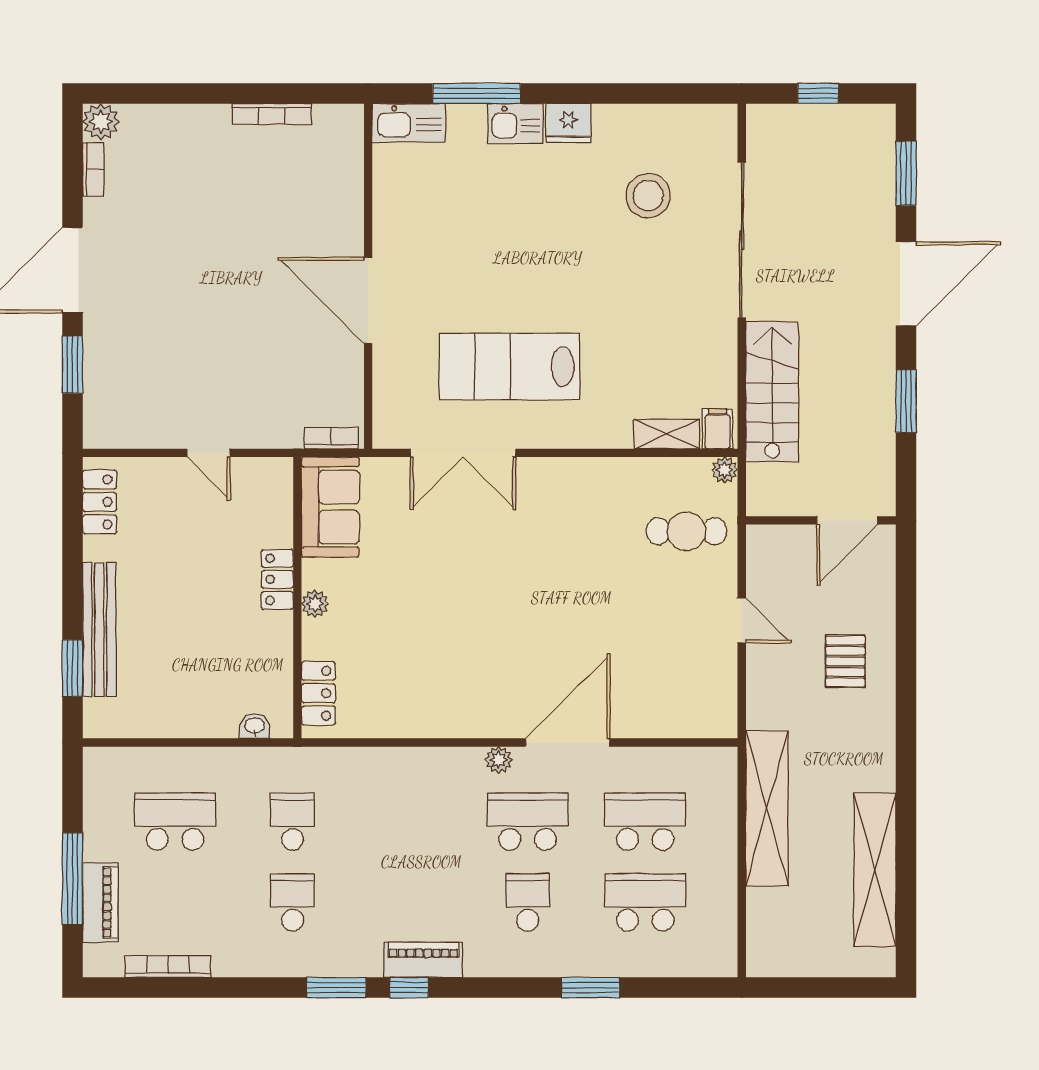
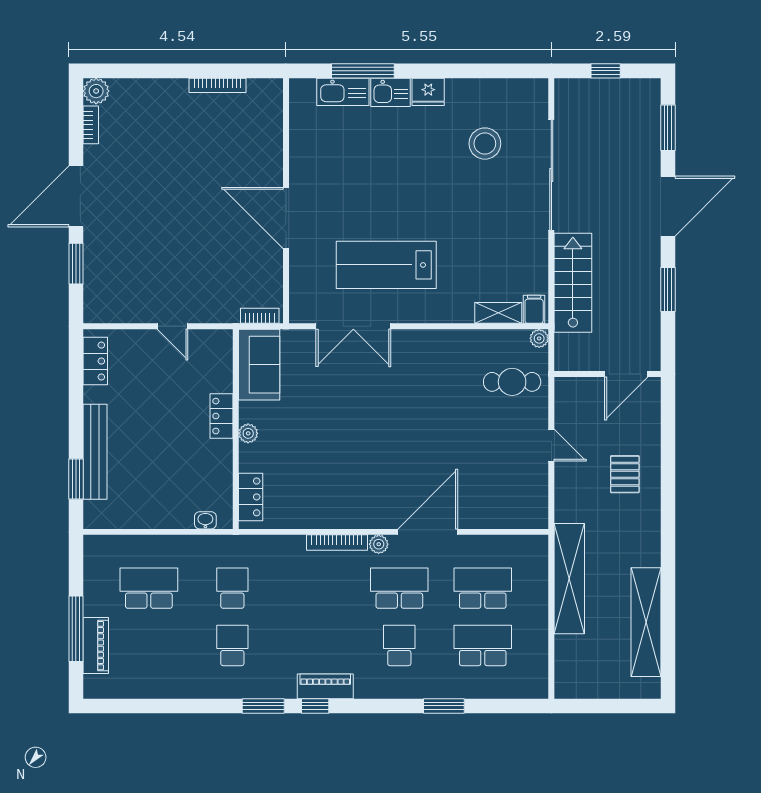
kitchen sink: (409, 123) -> (343, 92), moved
bookcase: (168, 967) -> (337, 543), moved, turned 180

